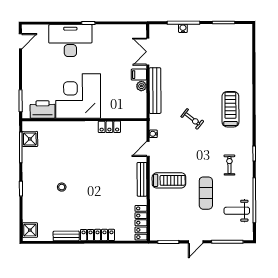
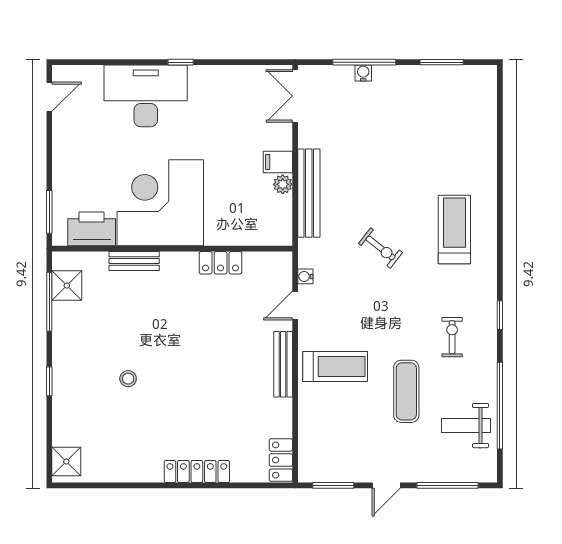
double door: (148, 52) -> (295, 96), moved
locker: (141, 223) -> (281, 460), width x0.66
bench: (66, 236) -> (134, 261), moved

